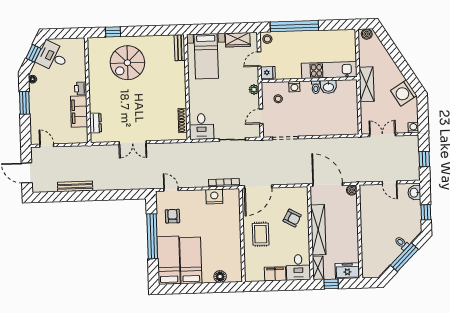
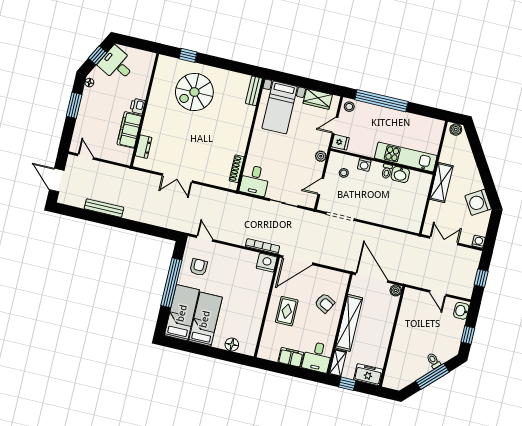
nightstand: (214, 197) -> (267, 263), moved

